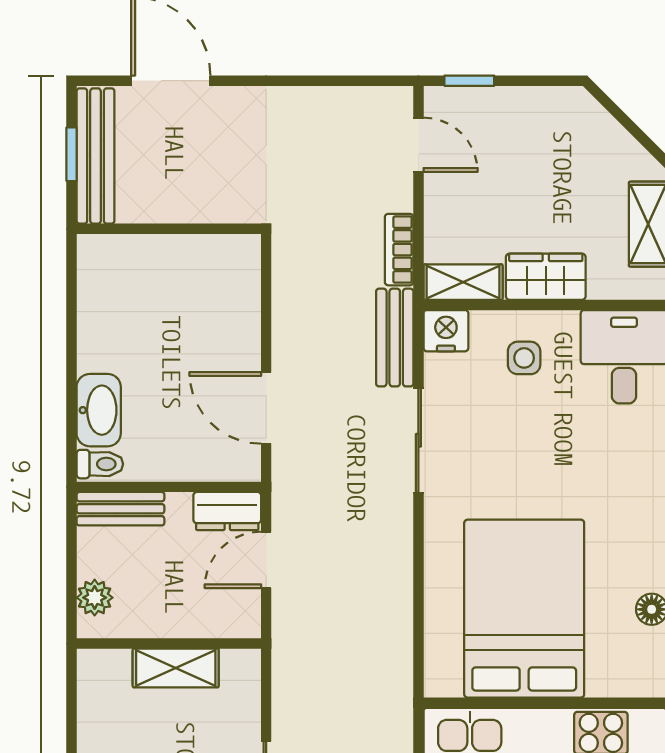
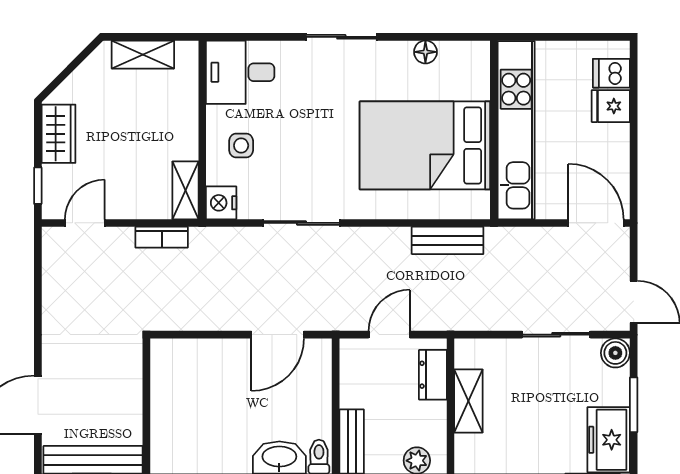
wardrobe: (546, 277) -> (58, 134), moved, turned 180
bench: (395, 338) -> (448, 240), moved
dresser: (227, 511) -> (433, 375), moved, turned 180
door: (266, 560) -> (389, 335), swing flipped

